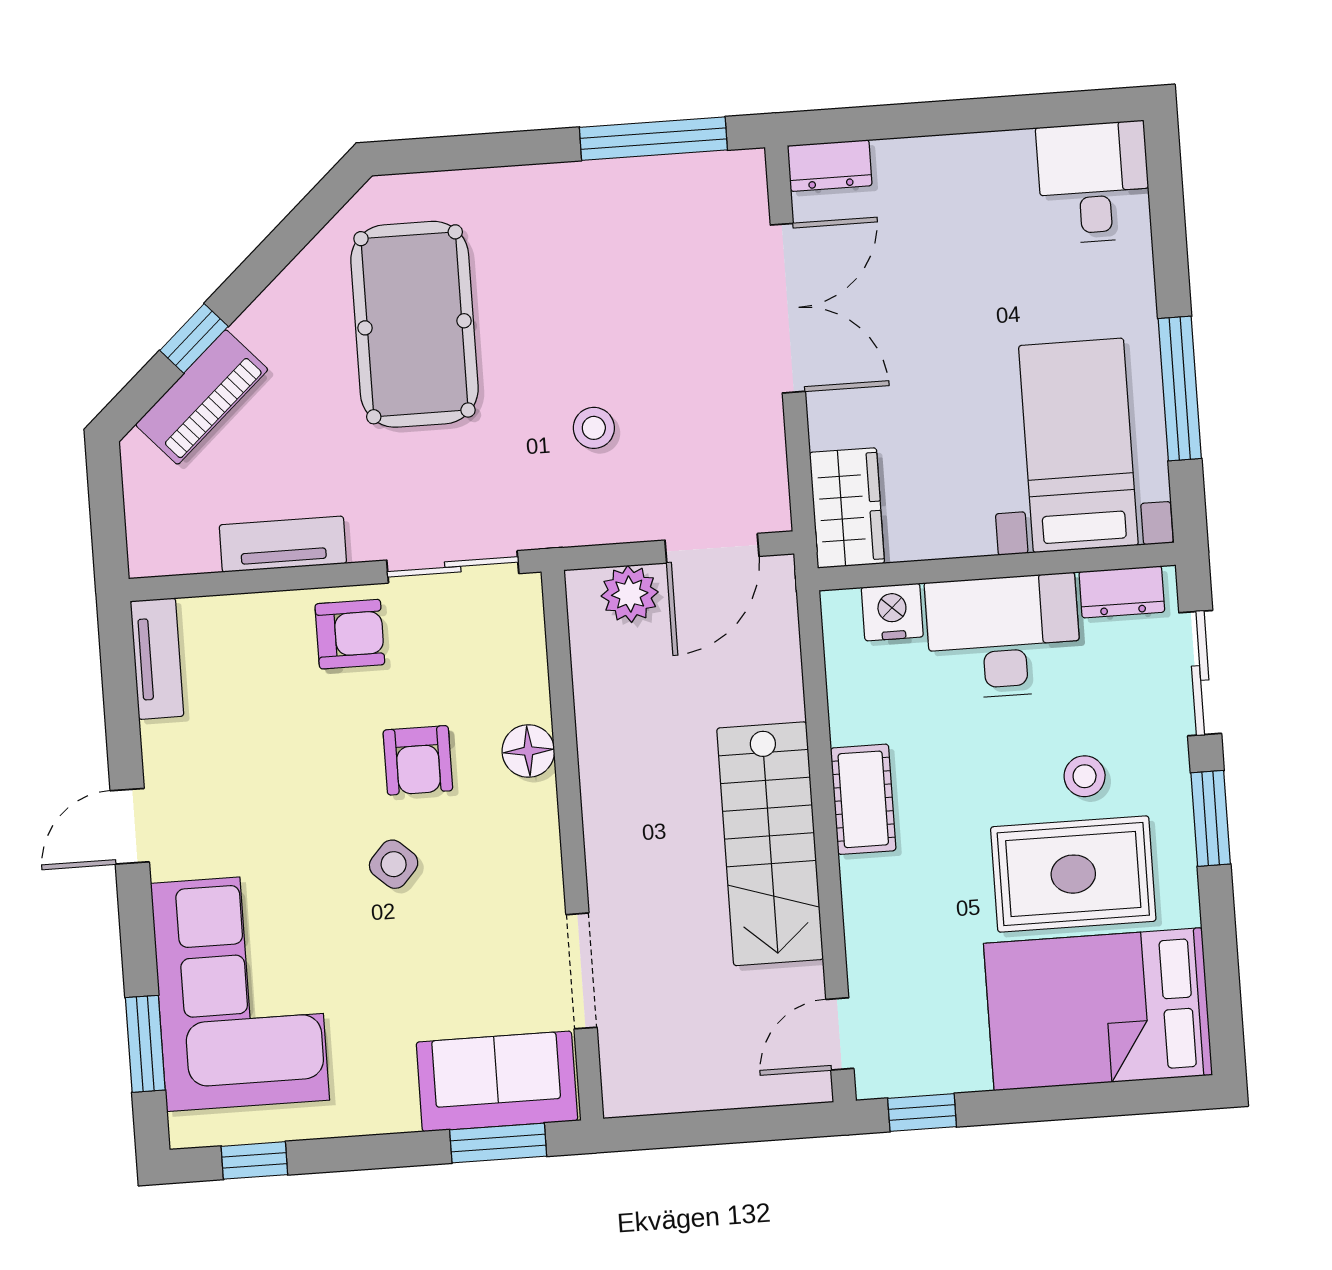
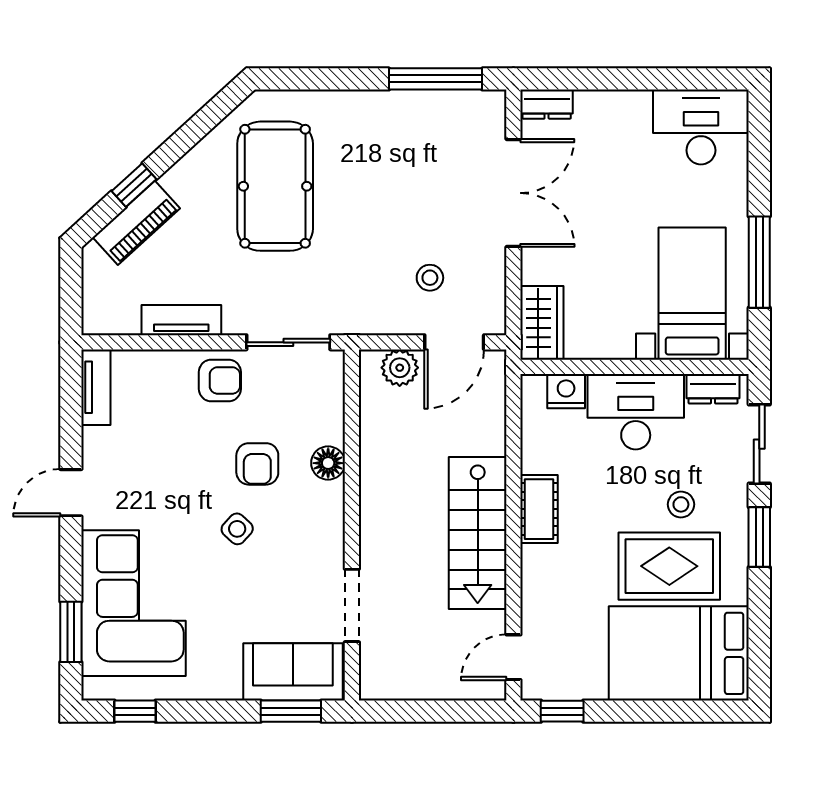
desk: (1094, 183) -> (701, 127), width x1.37
stool: (594, 428) -> (430, 278), moved

